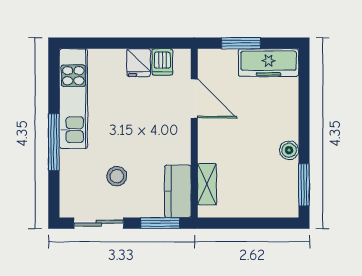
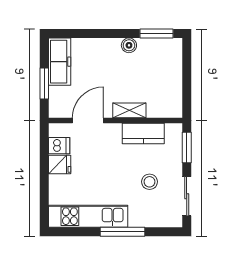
shelving: (207, 184) -> (129, 110), moved
kitchen counter: (178, 191) -> (143, 133), moved

